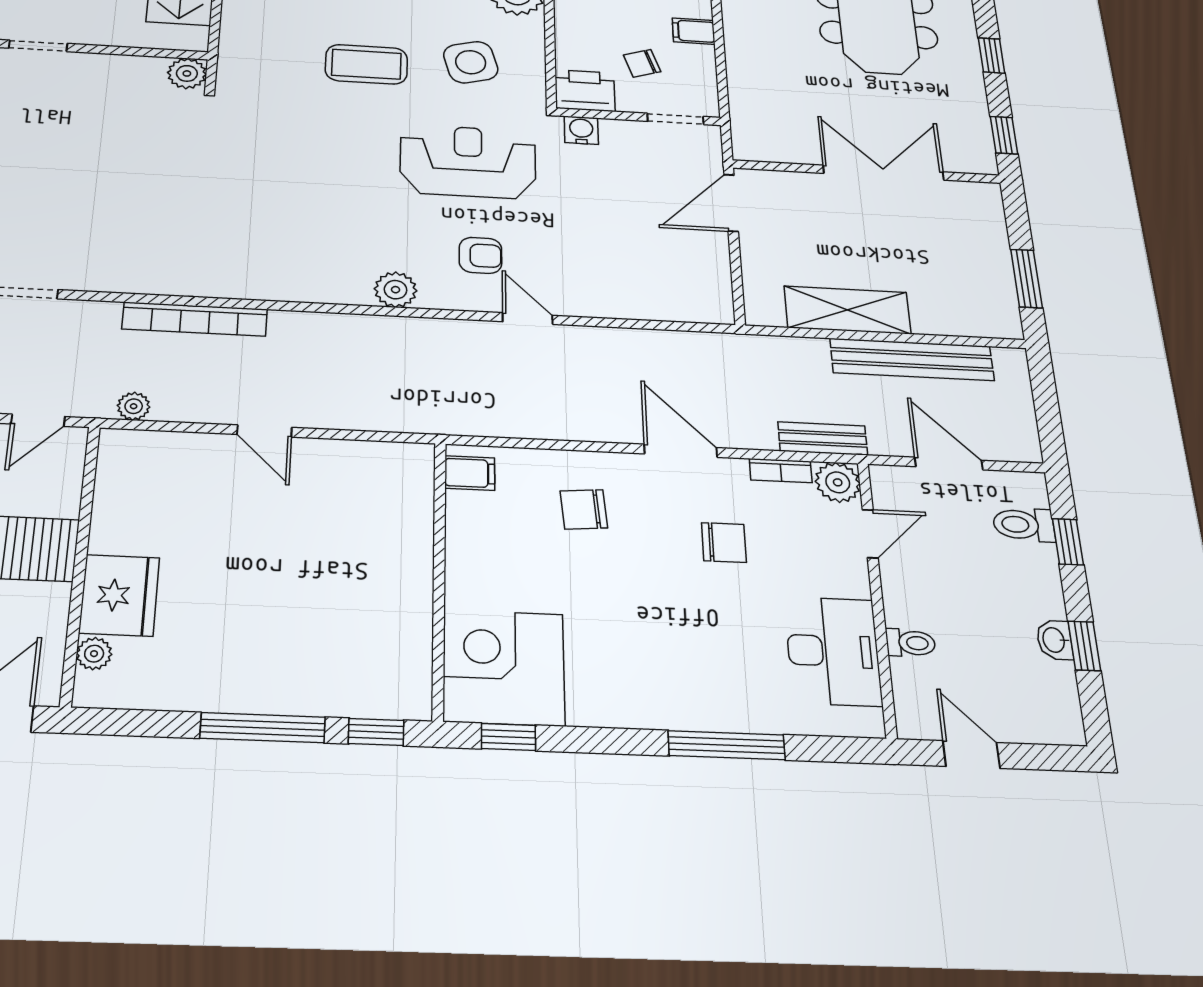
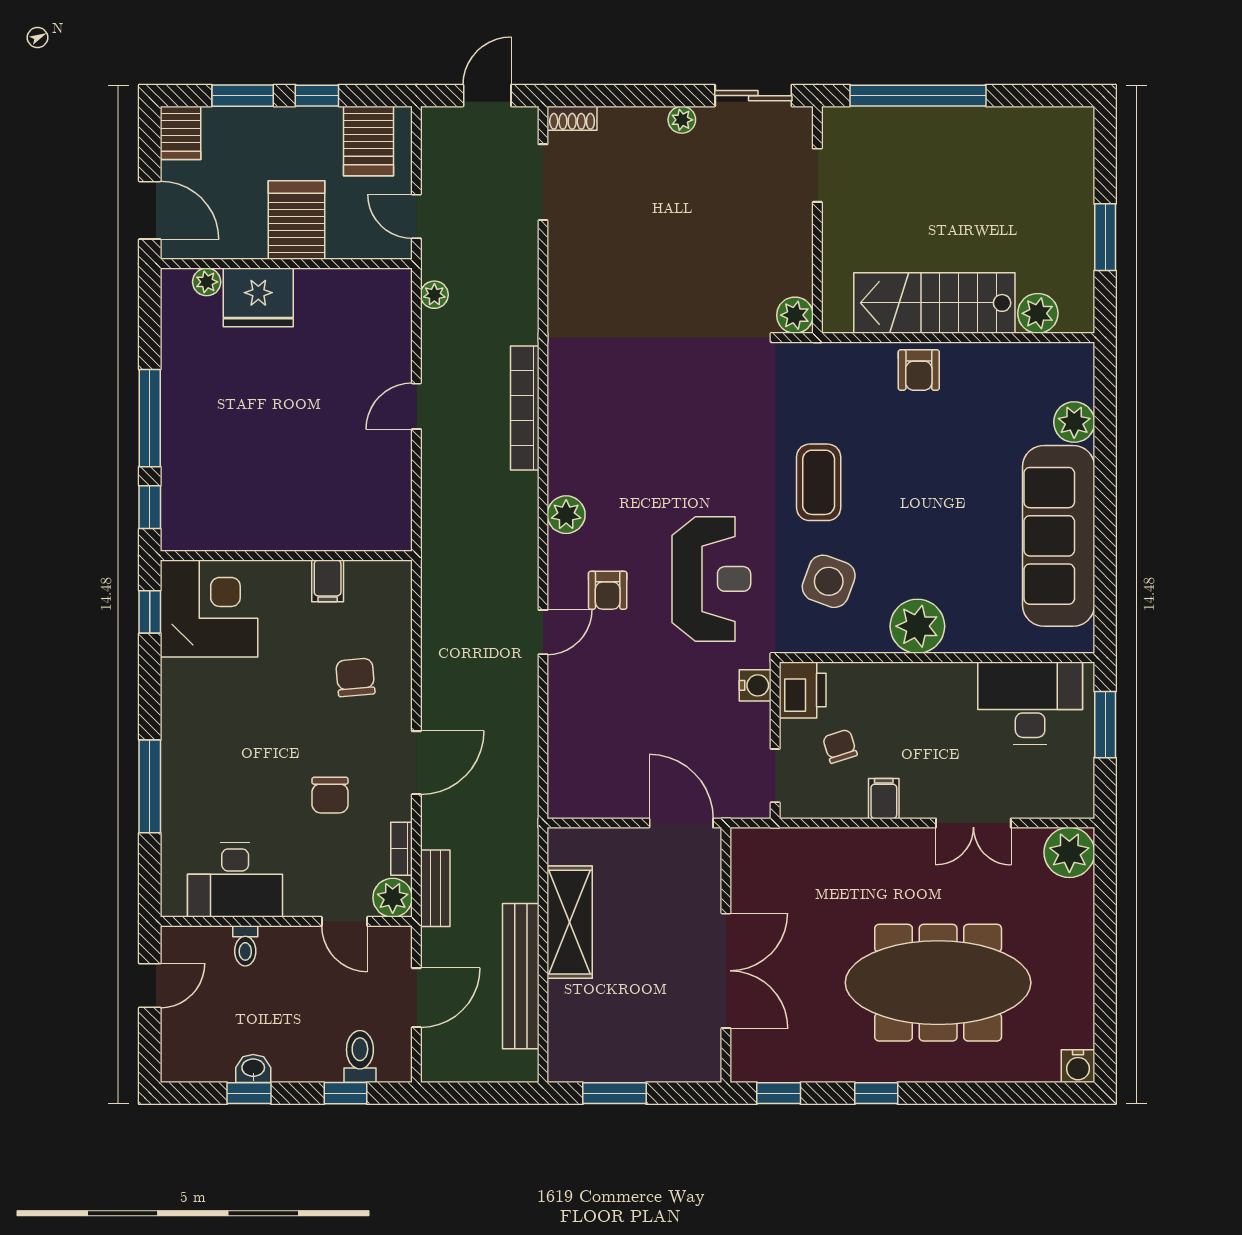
side table: (471, 62) -> (829, 581), turned 35
bookcase: (195, 319) -> (525, 408), moved
filing cabinet: (470, 473) -> (328, 581), moved

